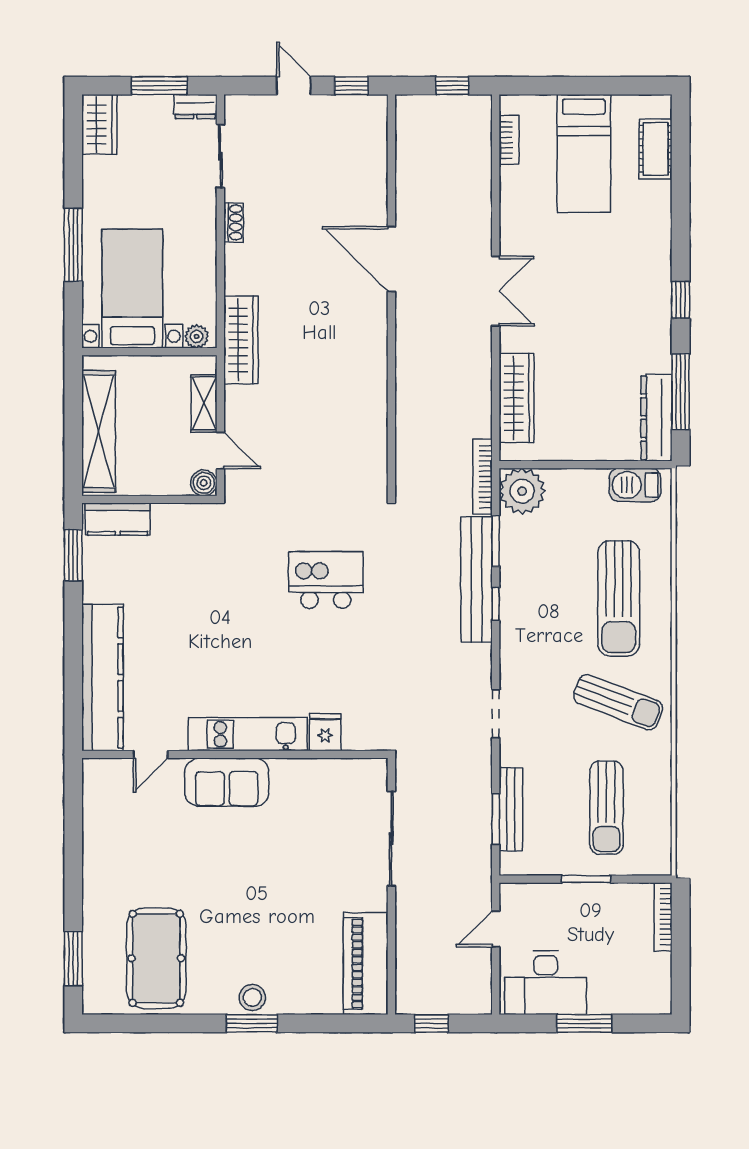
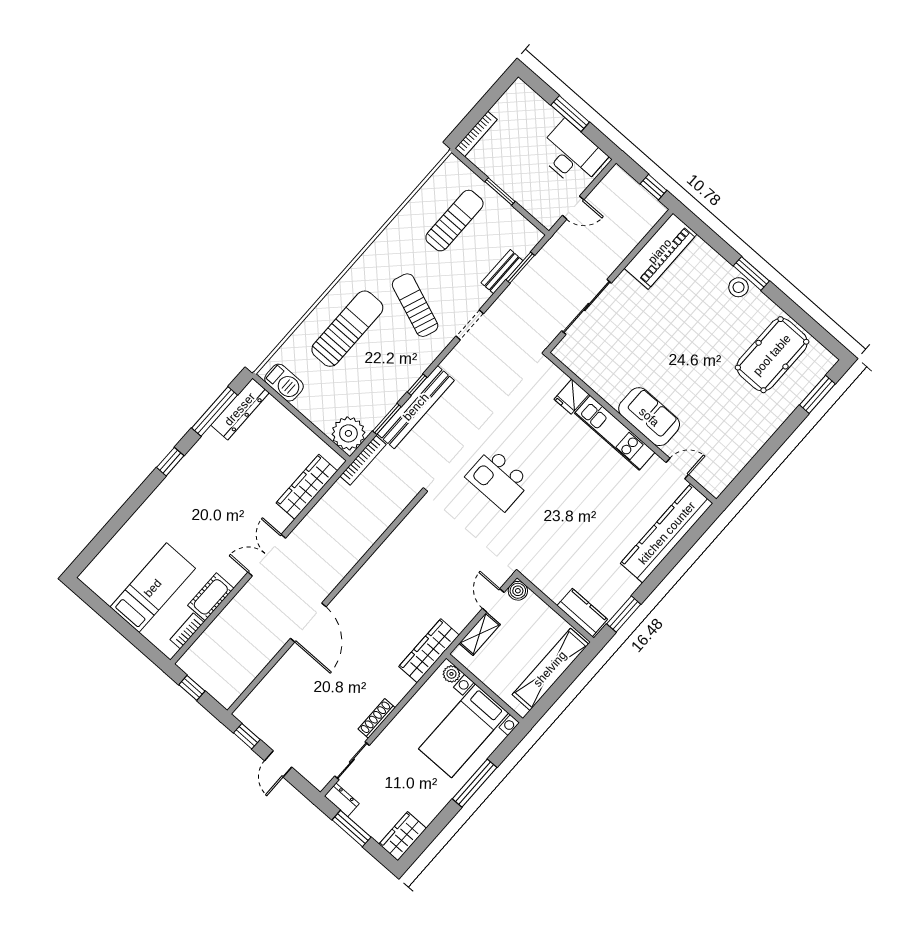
cot: (656, 149) -> (211, 597), moved
shoe rack: (233, 222) -> (377, 718), width x1.43
sun lounger: (618, 702) -> (415, 305), moved
bench: (511, 809) -> (502, 272), width x0.73

